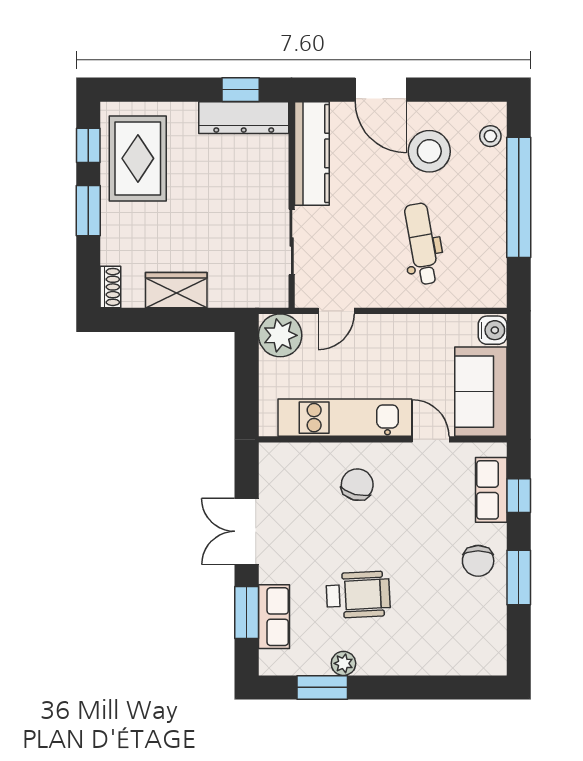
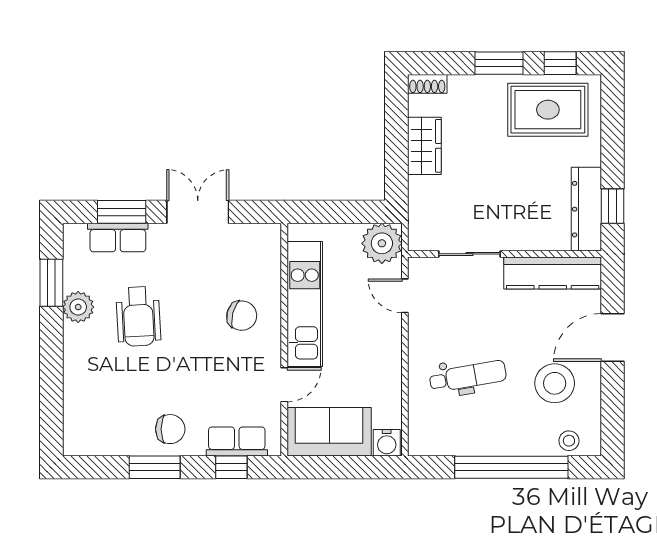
chair: (478, 561) -> (170, 429), turned 180
plant: (343, 663) -> (78, 307), width x1.38, depth x1.38

